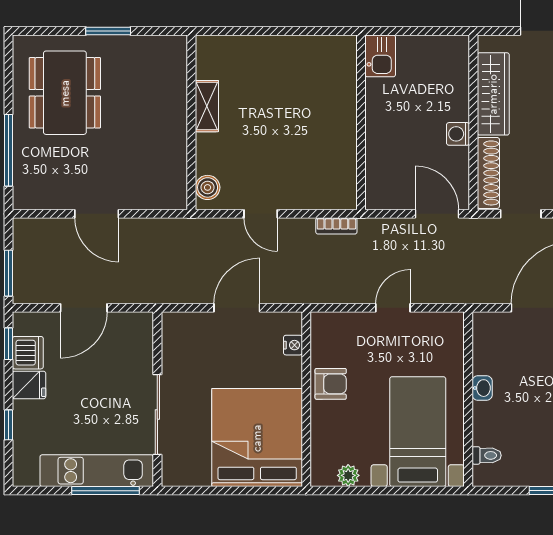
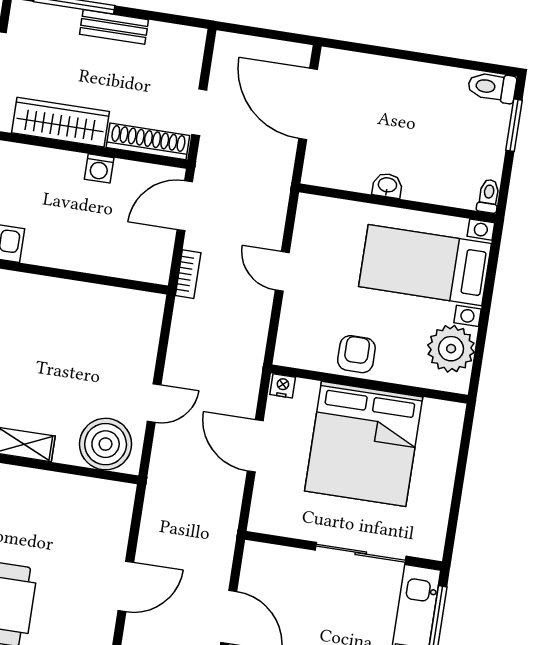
boiler: (208, 187) -> (106, 444), width x1.86, depth x1.86
bookcase: (336, 226) -> (188, 274), moved
nightstand: (293, 345) -> (283, 386), moved
bed: (257, 438) -> (364, 444), moved, turned -90
toilet: (487, 455) -> (488, 196), moved
plant: (348, 475) -> (451, 349), width x1.88, depth x1.88

